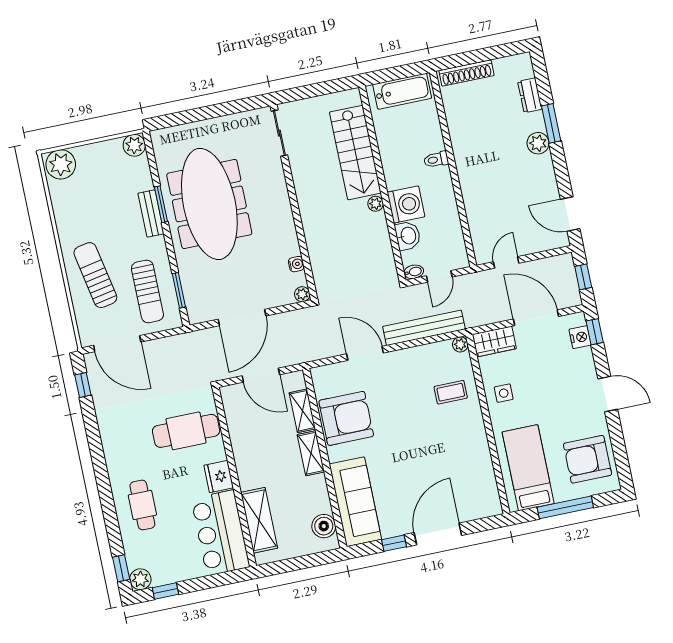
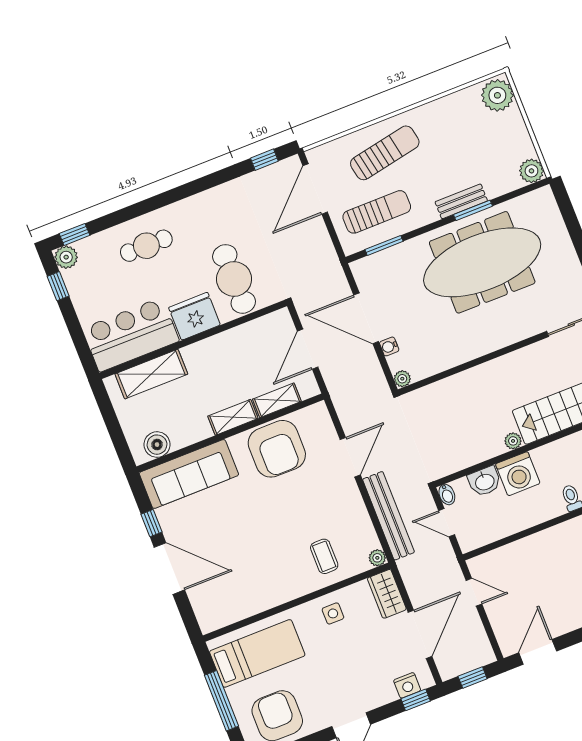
water cooler: (296, 264) -> (389, 346), moved, turned 90
sun lounger: (147, 291) -> (377, 212), turned 180
fridge: (219, 477) -> (194, 316), width x1.36, depth x1.34

